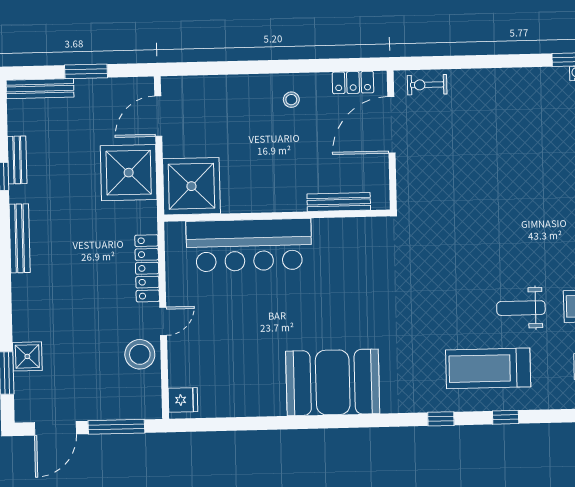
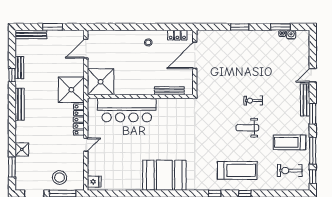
window: (486, 62) -> (240, 27), added
exercise bike: (427, 85) -> (253, 101), moved
shower: (129, 173) -> (71, 90), moved
weight bench: (521, 308) -> (247, 128), moved
stool: (140, 354) -> (60, 178), moved
shower: (27, 356) -> (22, 149), moved
treadmill: (488, 368) -> (237, 170), turned 180

